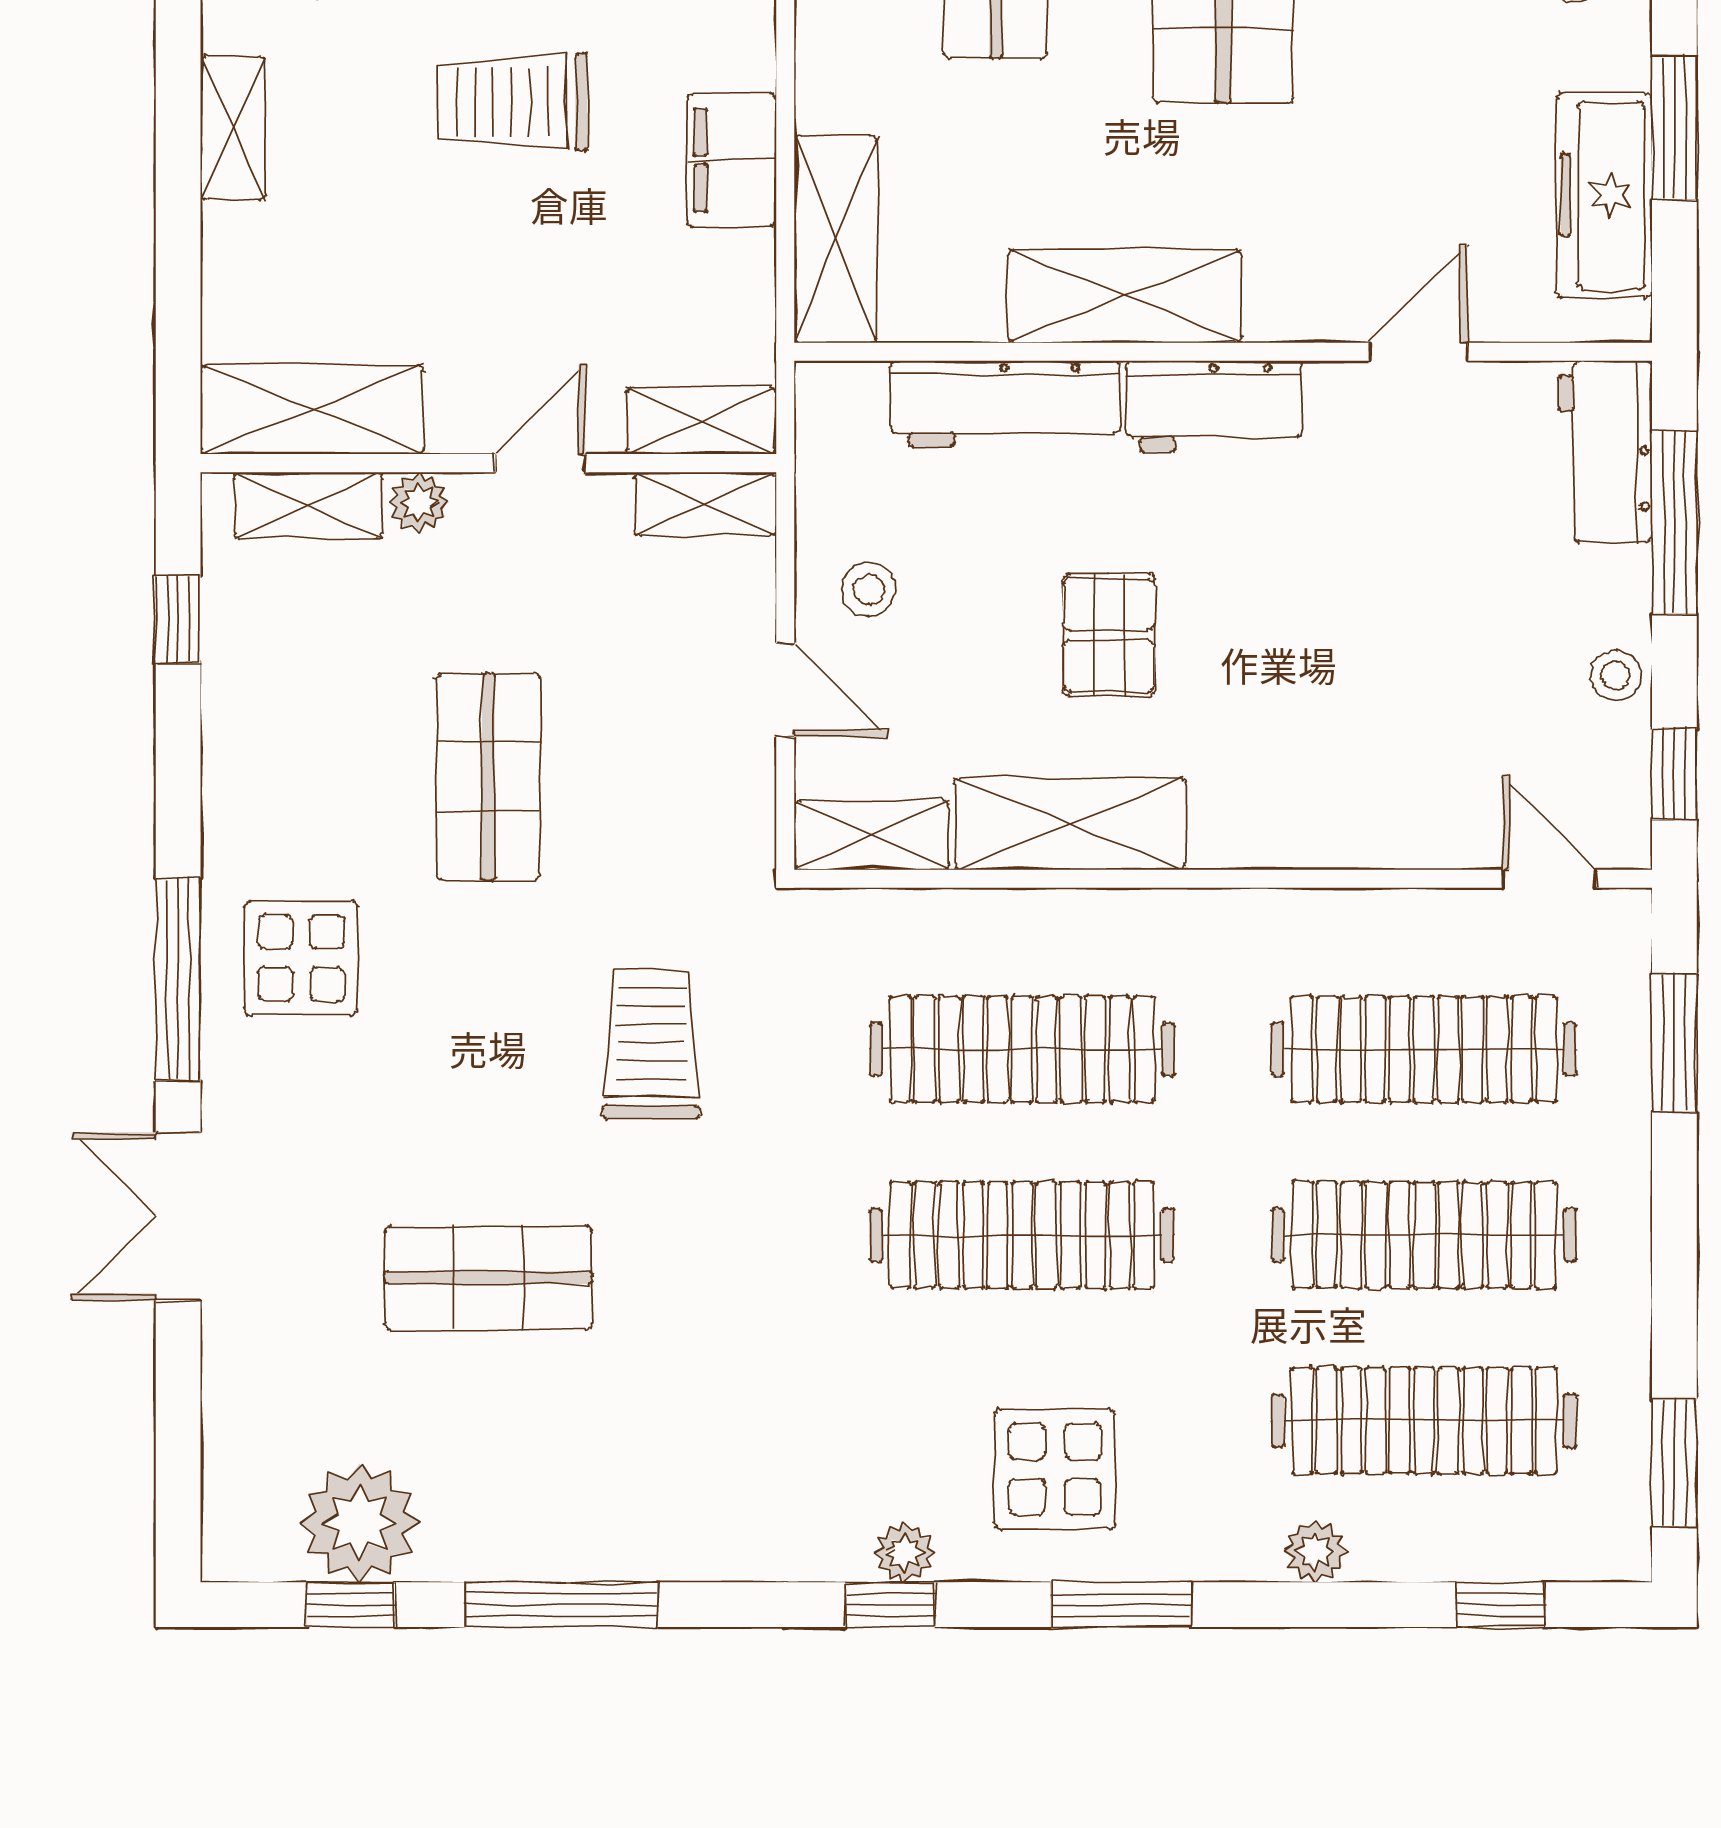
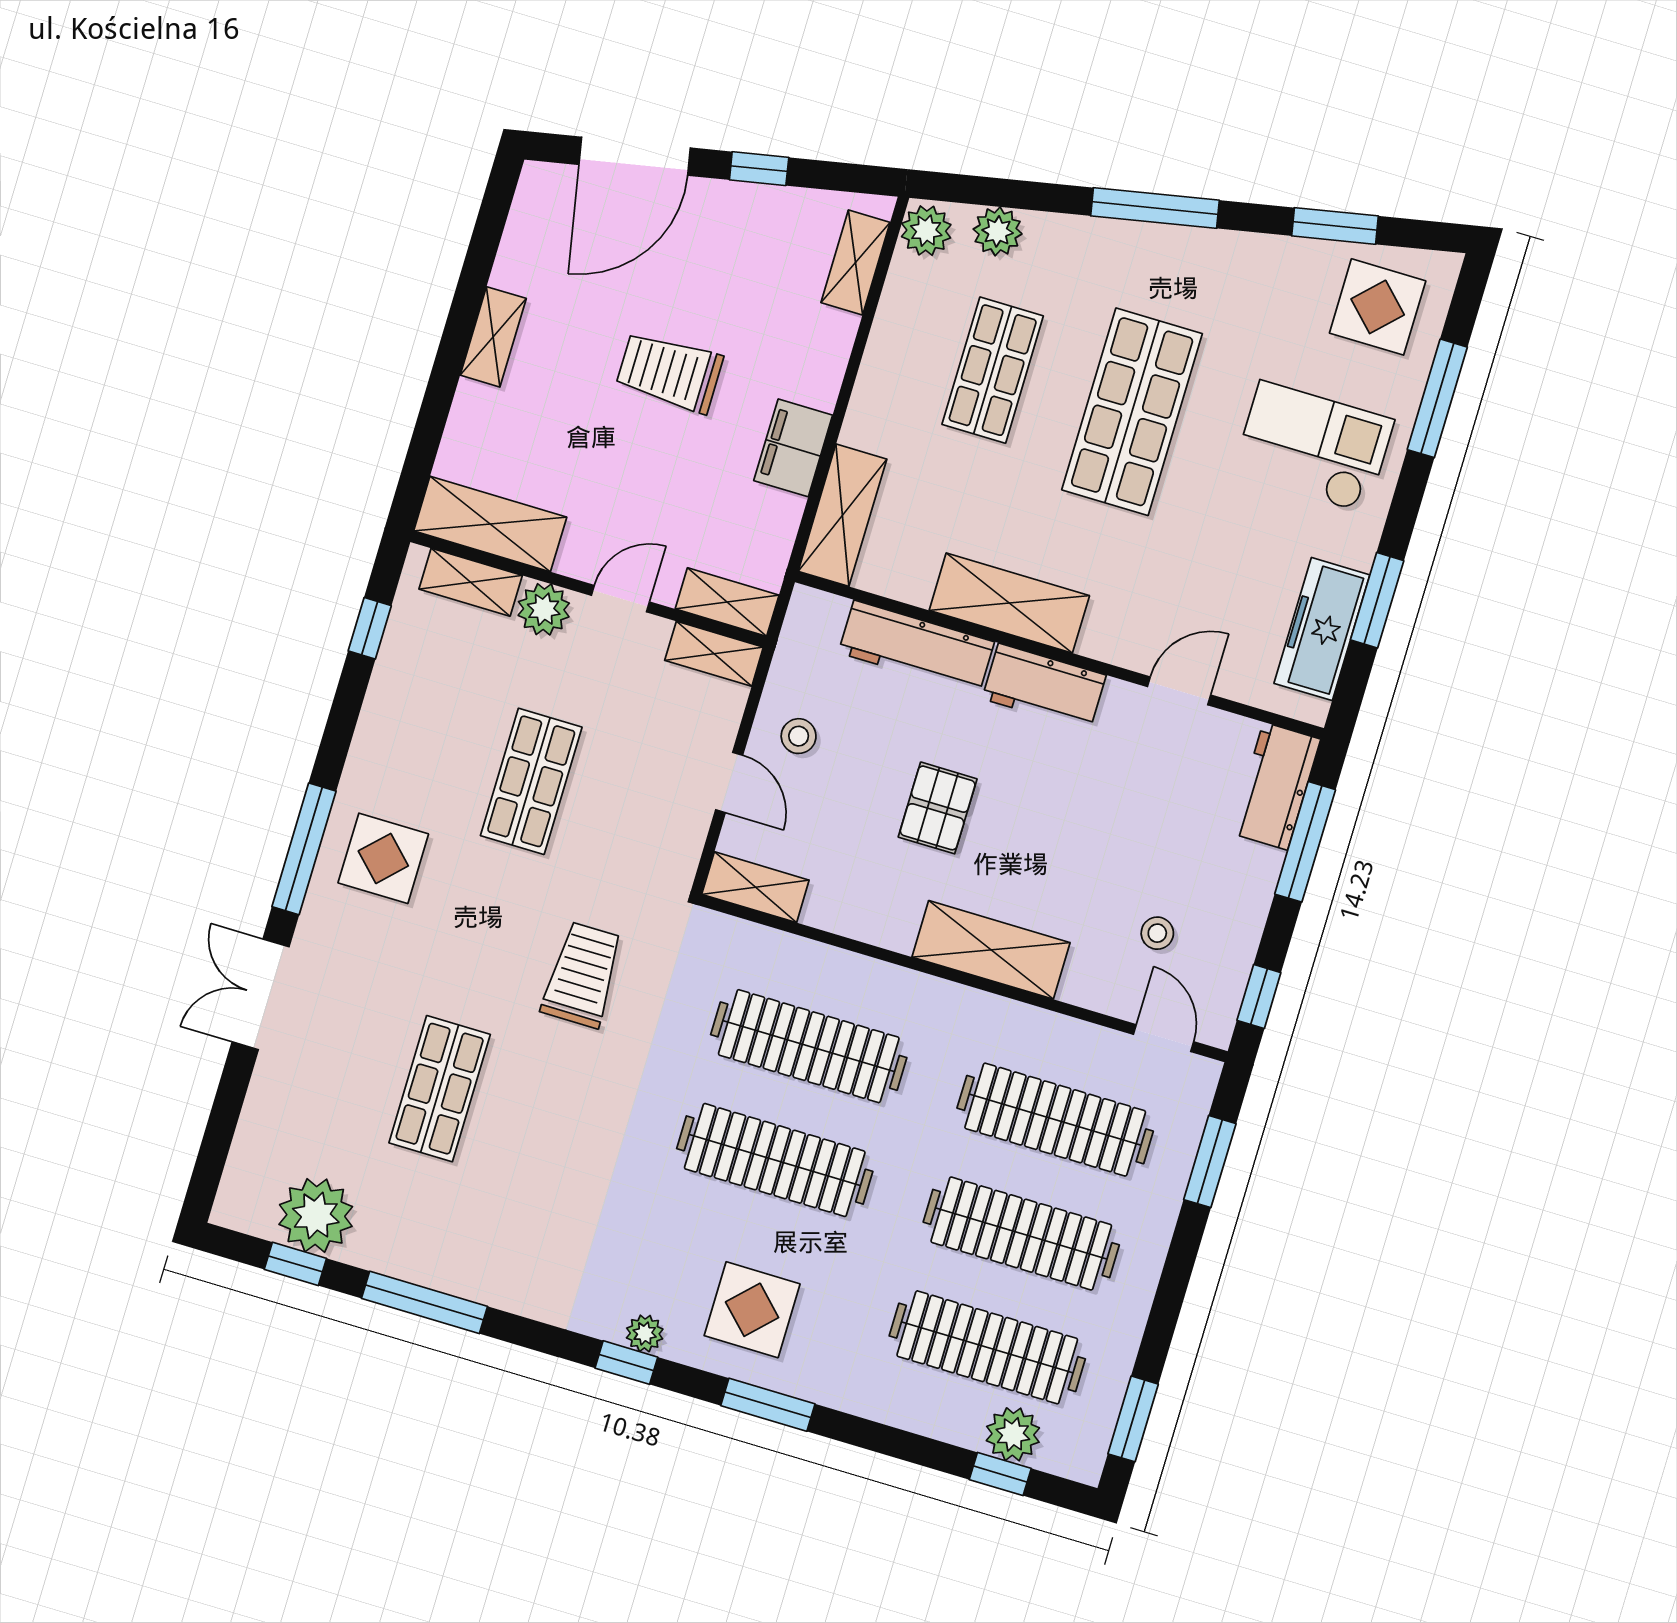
plant: (419, 502) -> (544, 609), width x1.38, depth x1.38
stool: (1615, 675) -> (1157, 933), moved
shelving: (1070, 824) -> (991, 950), moved
shop shelf: (488, 1278) -> (440, 1089), turned 90
plant: (1315, 1551) -> (1013, 1434), moved, width x1.38, depth x1.38

